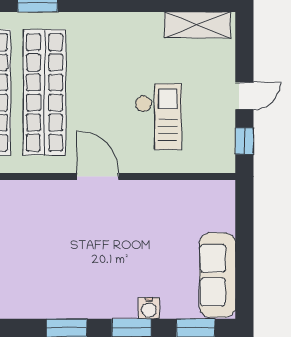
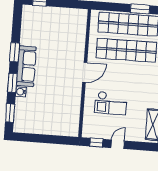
door: (244, 96) -> (118, 144), swing flipped
sofa: (217, 275) -> (26, 66), moved, turned 90

